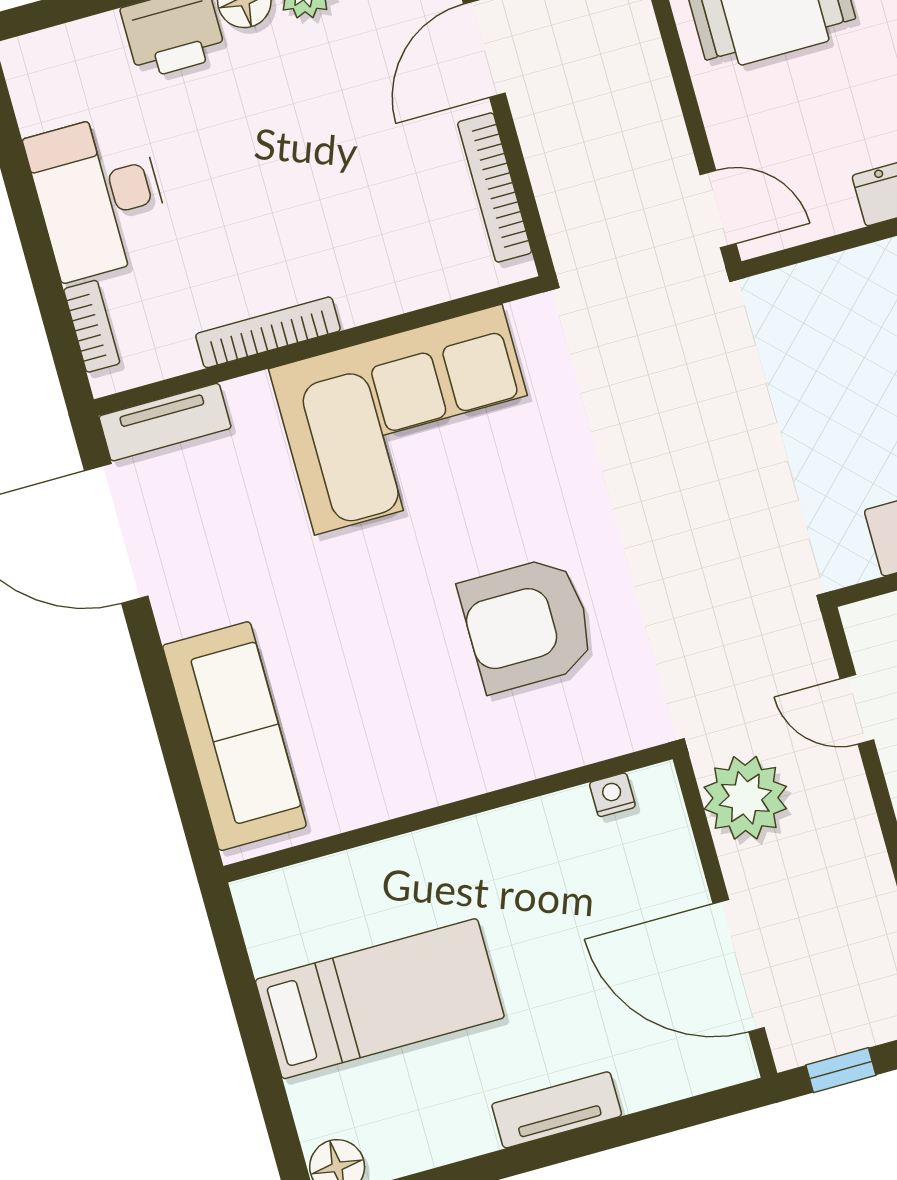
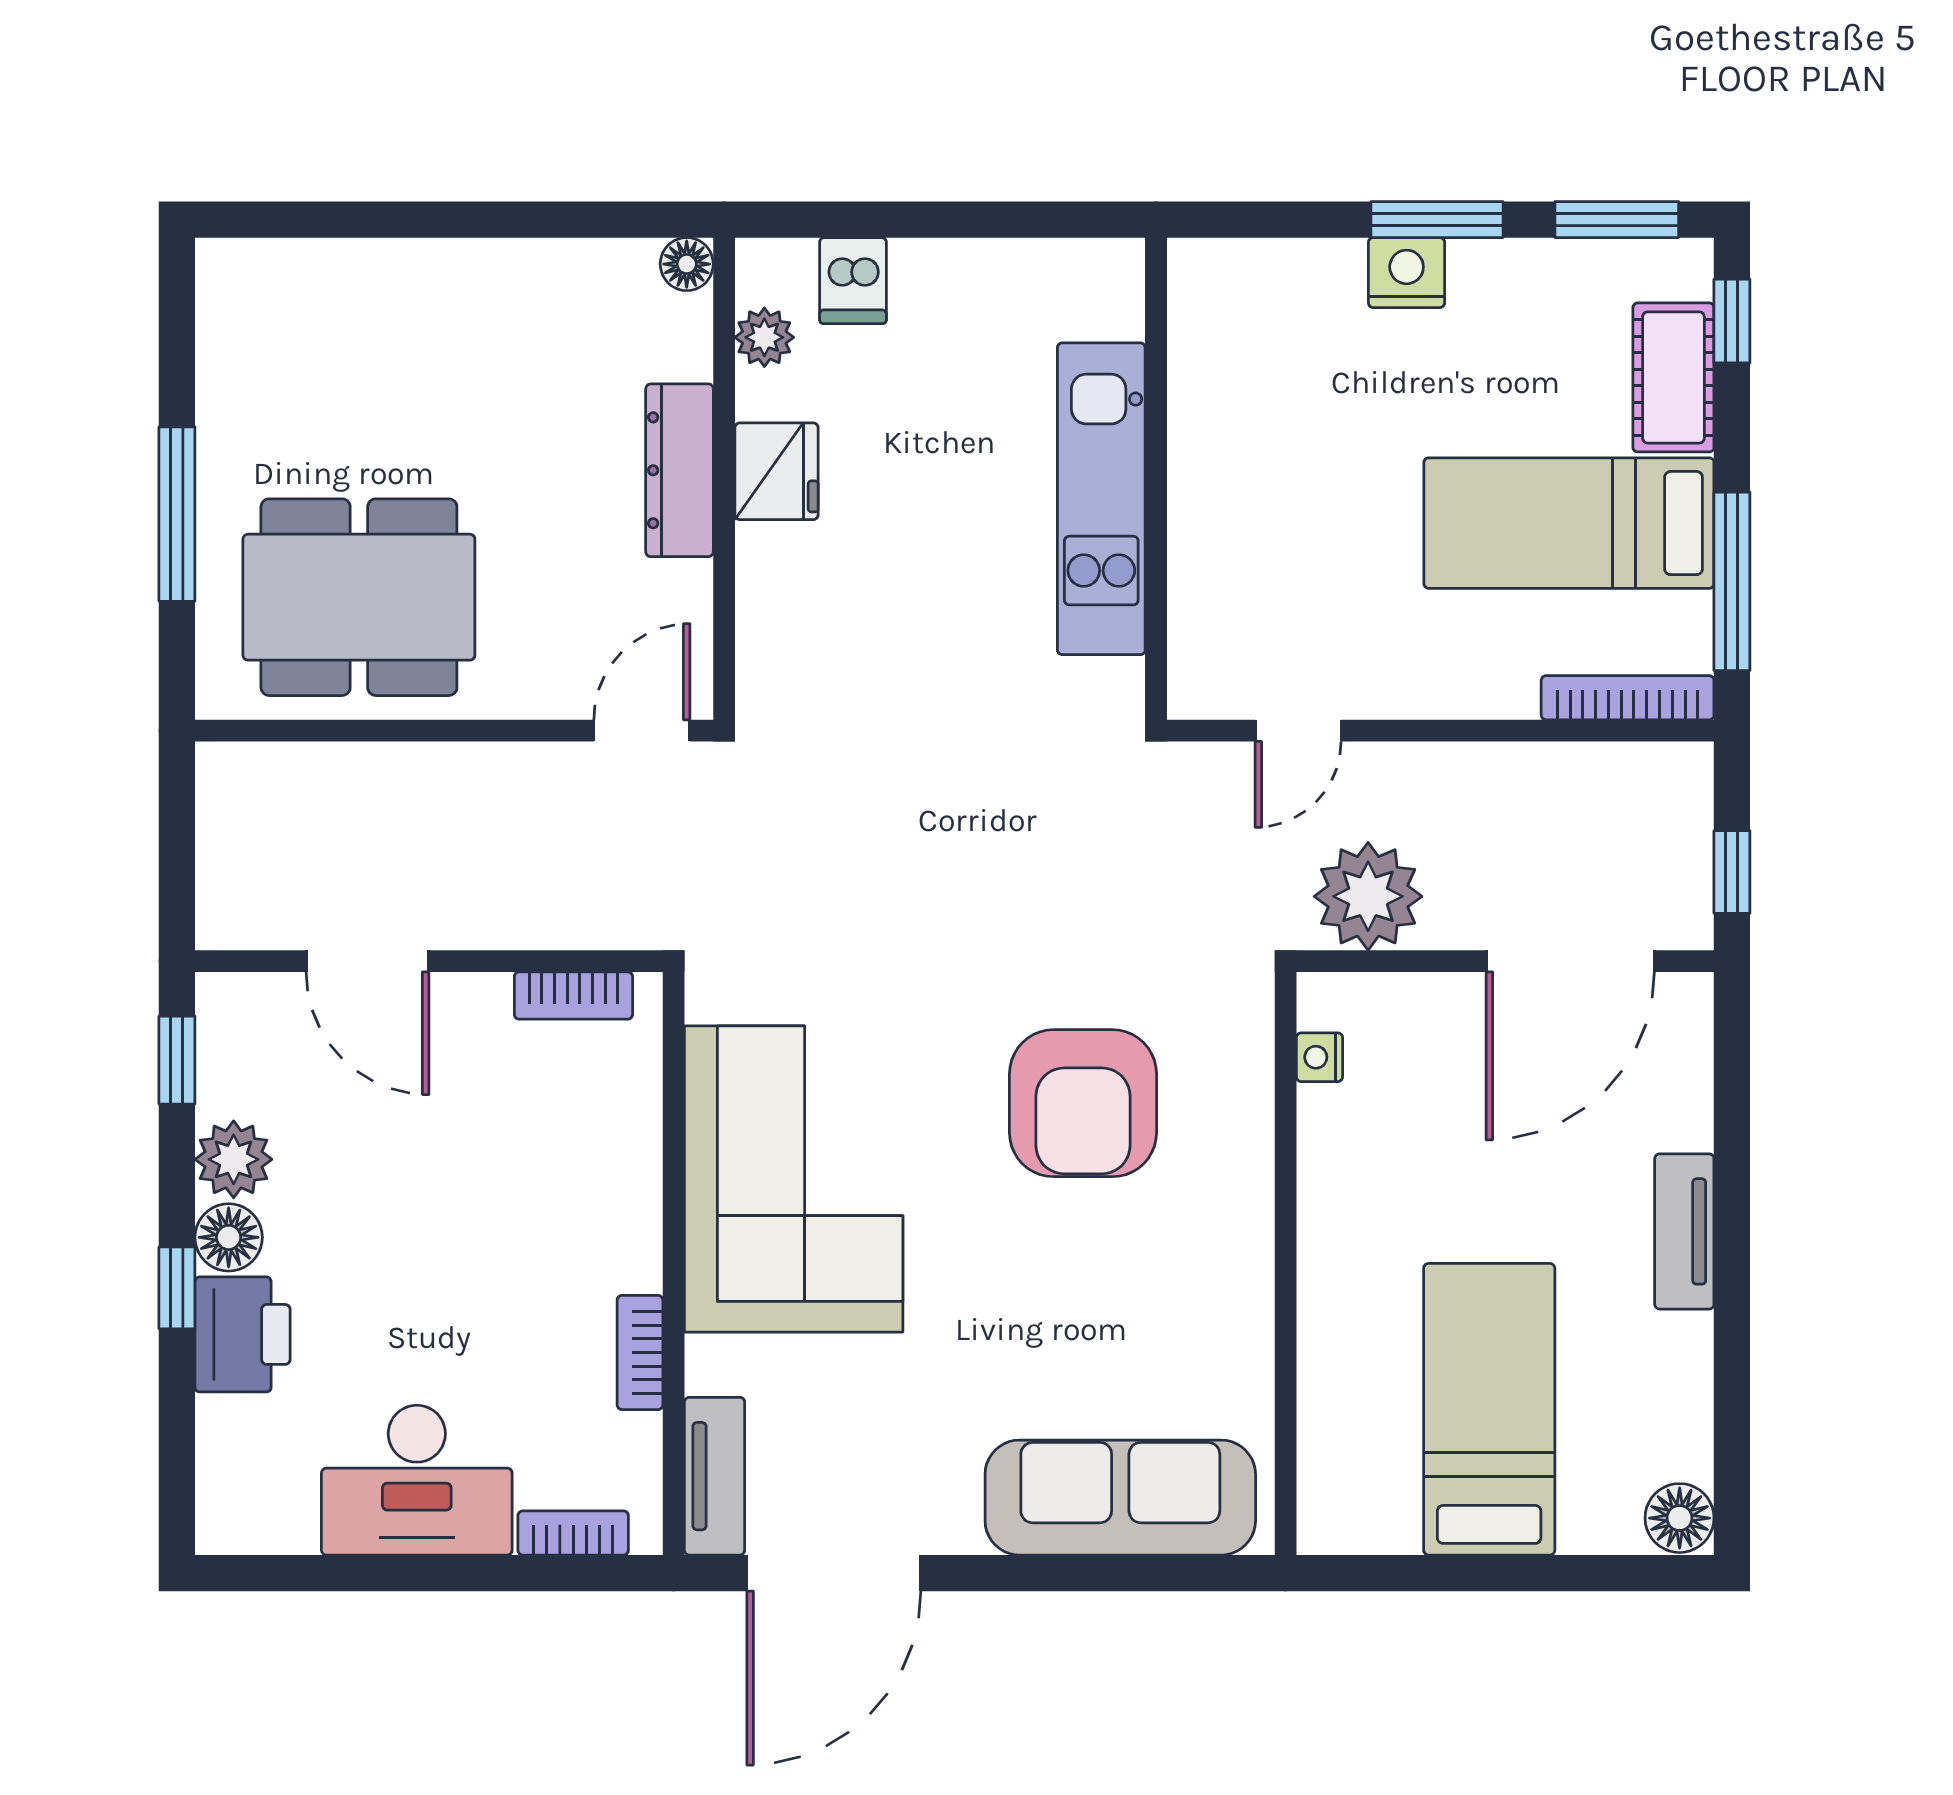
bookcase: (495, 188) -> (573, 996), width x0.64
bookcase: (268, 332) -> (640, 1353), width x0.64

